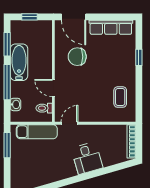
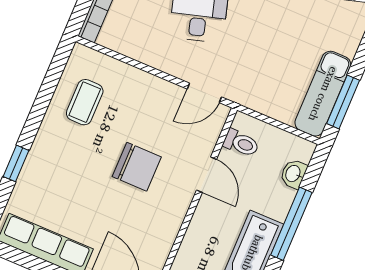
chair: (77, 57) -> (137, 167), moved
exam couch: (37, 132) -> (323, 94), moved, turned -90

